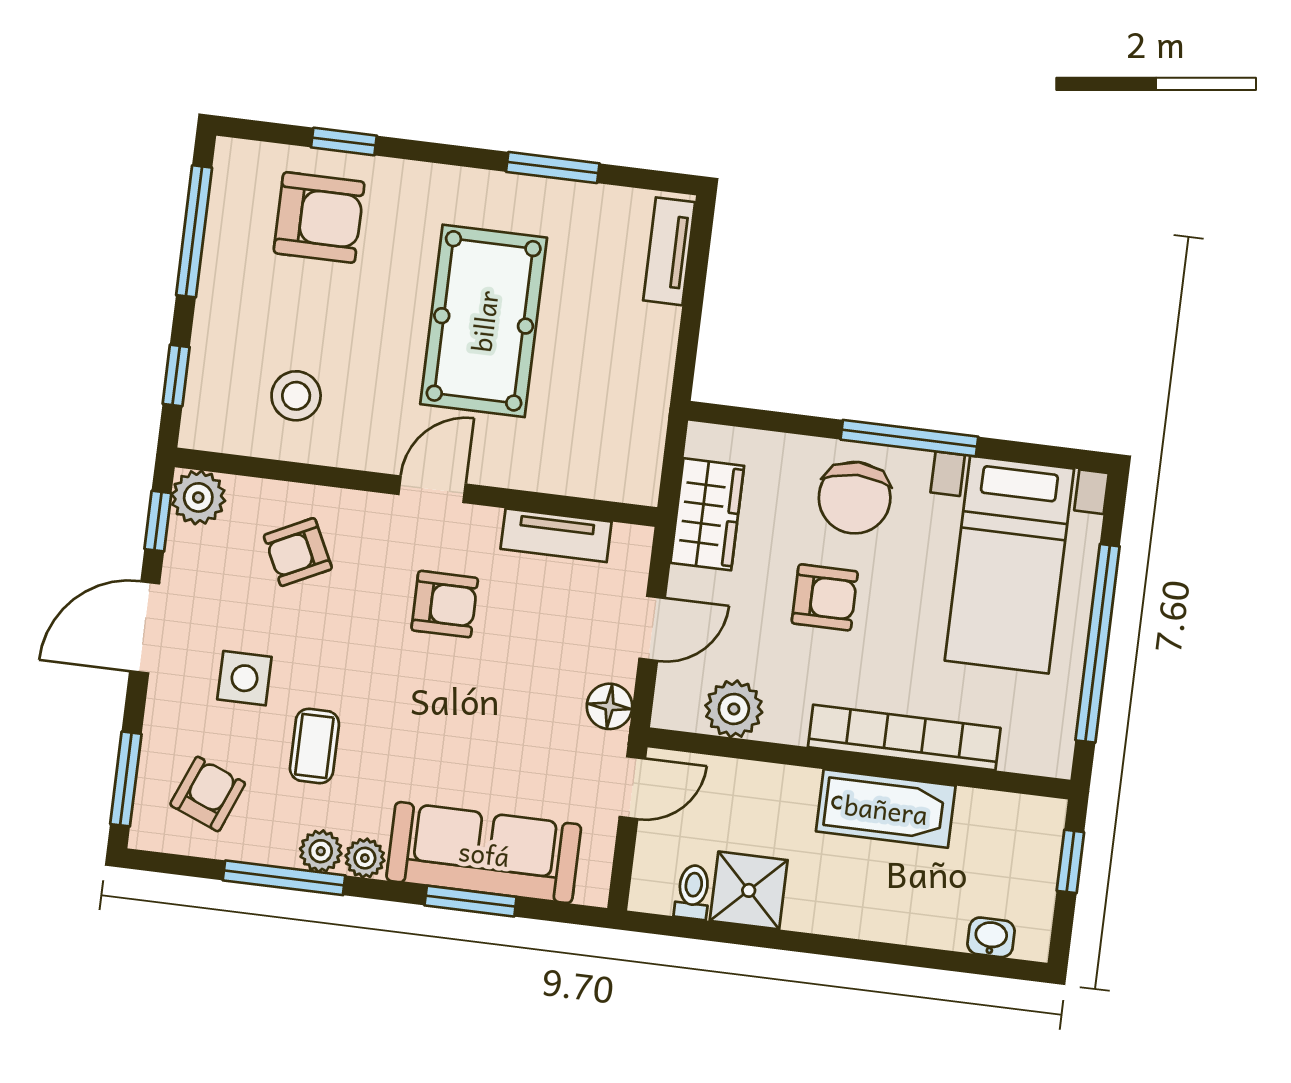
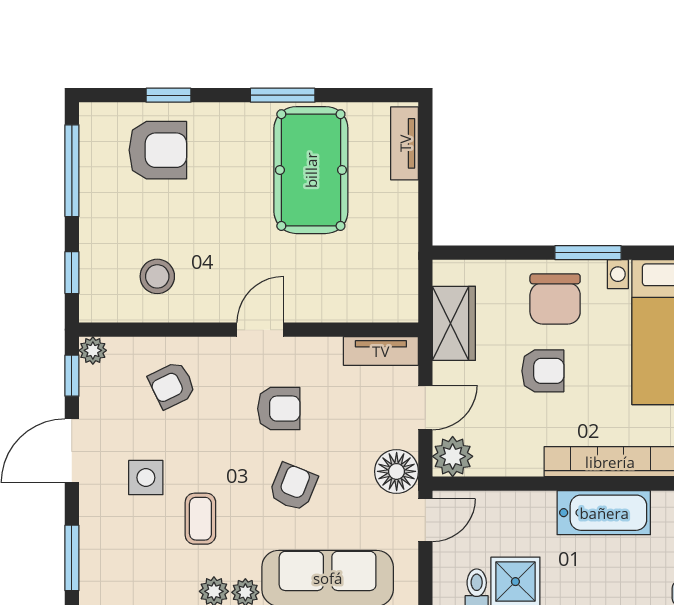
window: (553, 168) -> (283, 95), moved
pool table: (484, 321) -> (311, 170), moved
window: (909, 438) -> (588, 253), width x0.69
plant: (198, 497) -> (93, 350), width x0.73, depth x0.73
tv unit: (556, 535) -> (381, 351), moved
floor lamp: (609, 706) -> (397, 471), width x1.38, depth x1.38
plant: (734, 709) -> (453, 456), moved
armchair: (208, 794) -> (293, 487), moved

